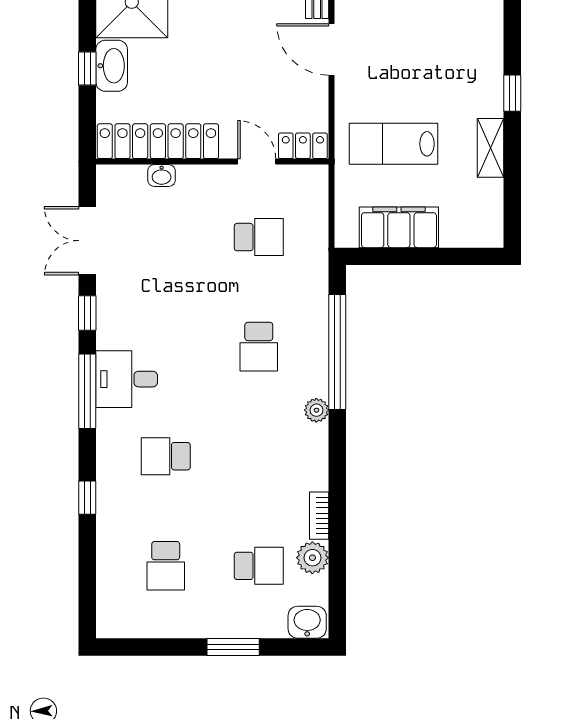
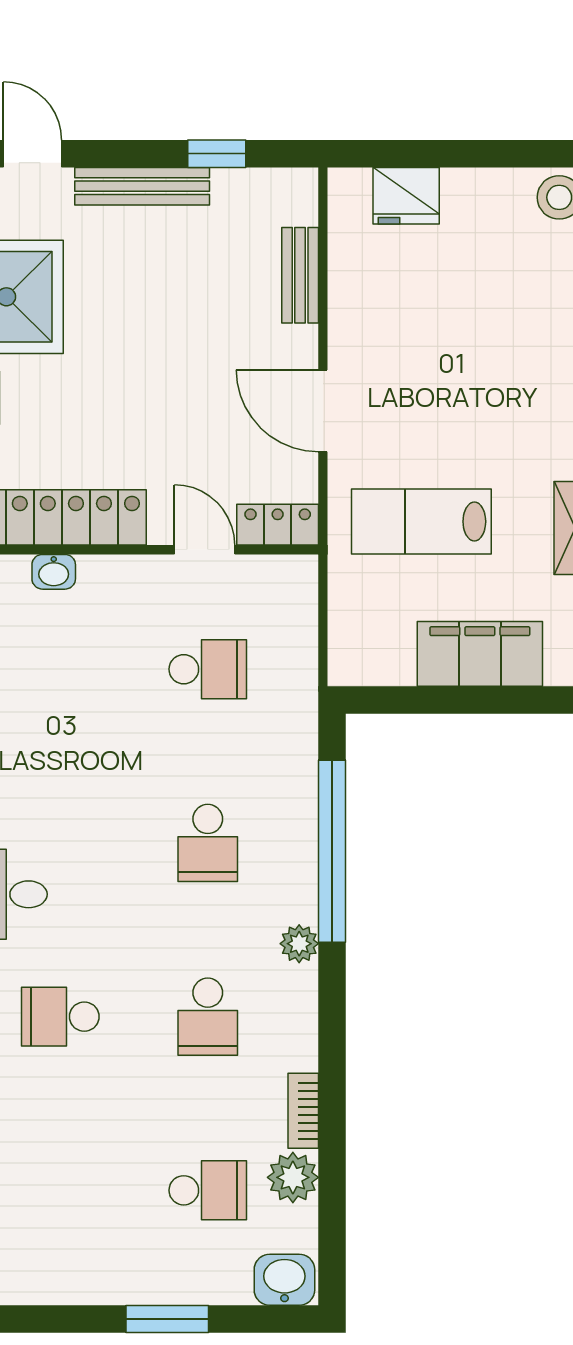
door: (331, 49) -> (323, 411), moved
filing cabinet: (399, 227) -> (480, 654), moved
school desk: (166, 566) -> (208, 1017), moved

